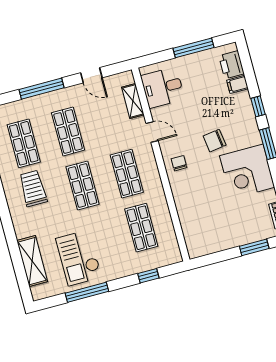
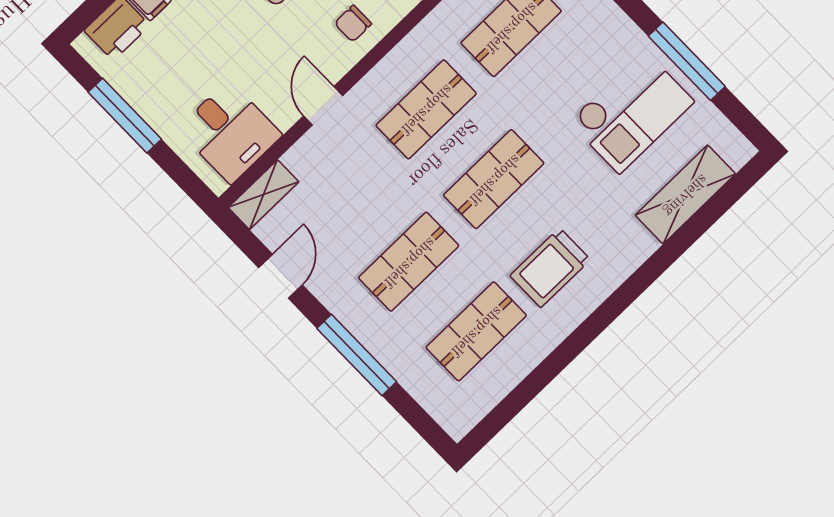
shelving: (133, 101) -> (264, 195), moved

